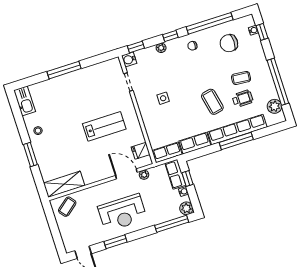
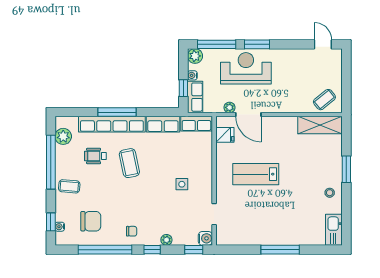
coffee table: (241, 78) -> (69, 186), moved
reception desk: (122, 213) -> (246, 68), moved
window: (115, 242) -> (257, 44), moved

